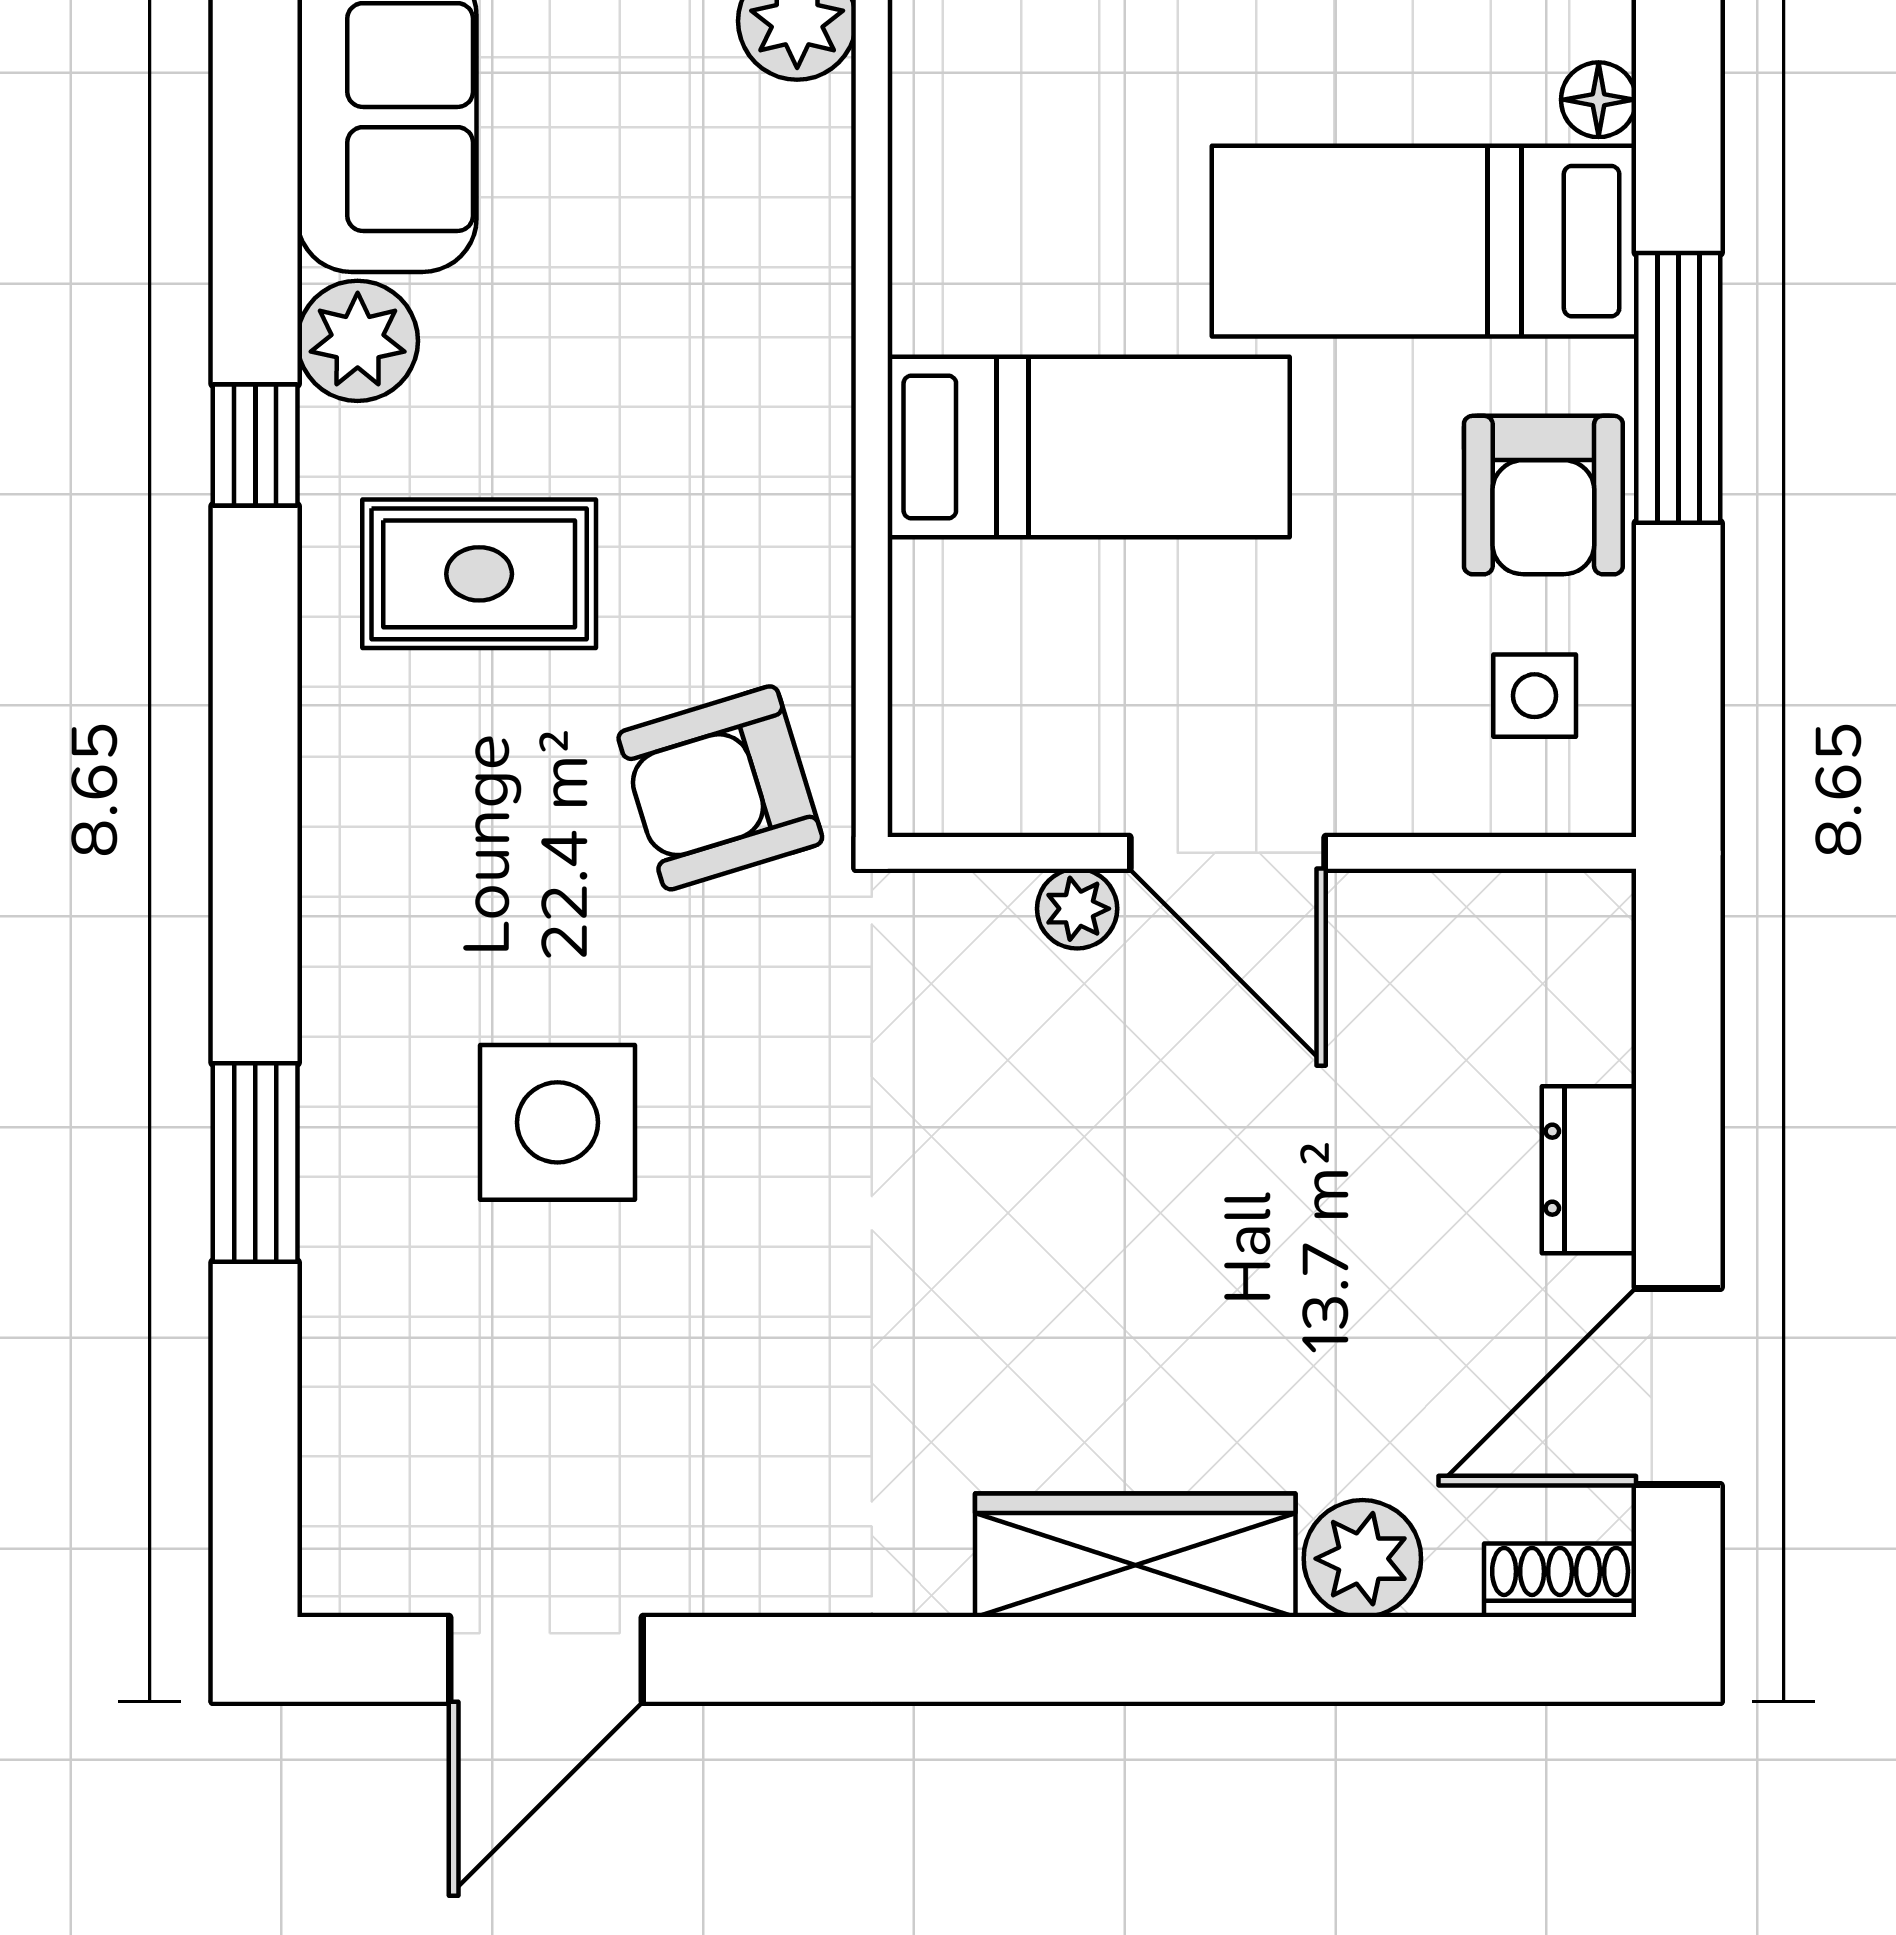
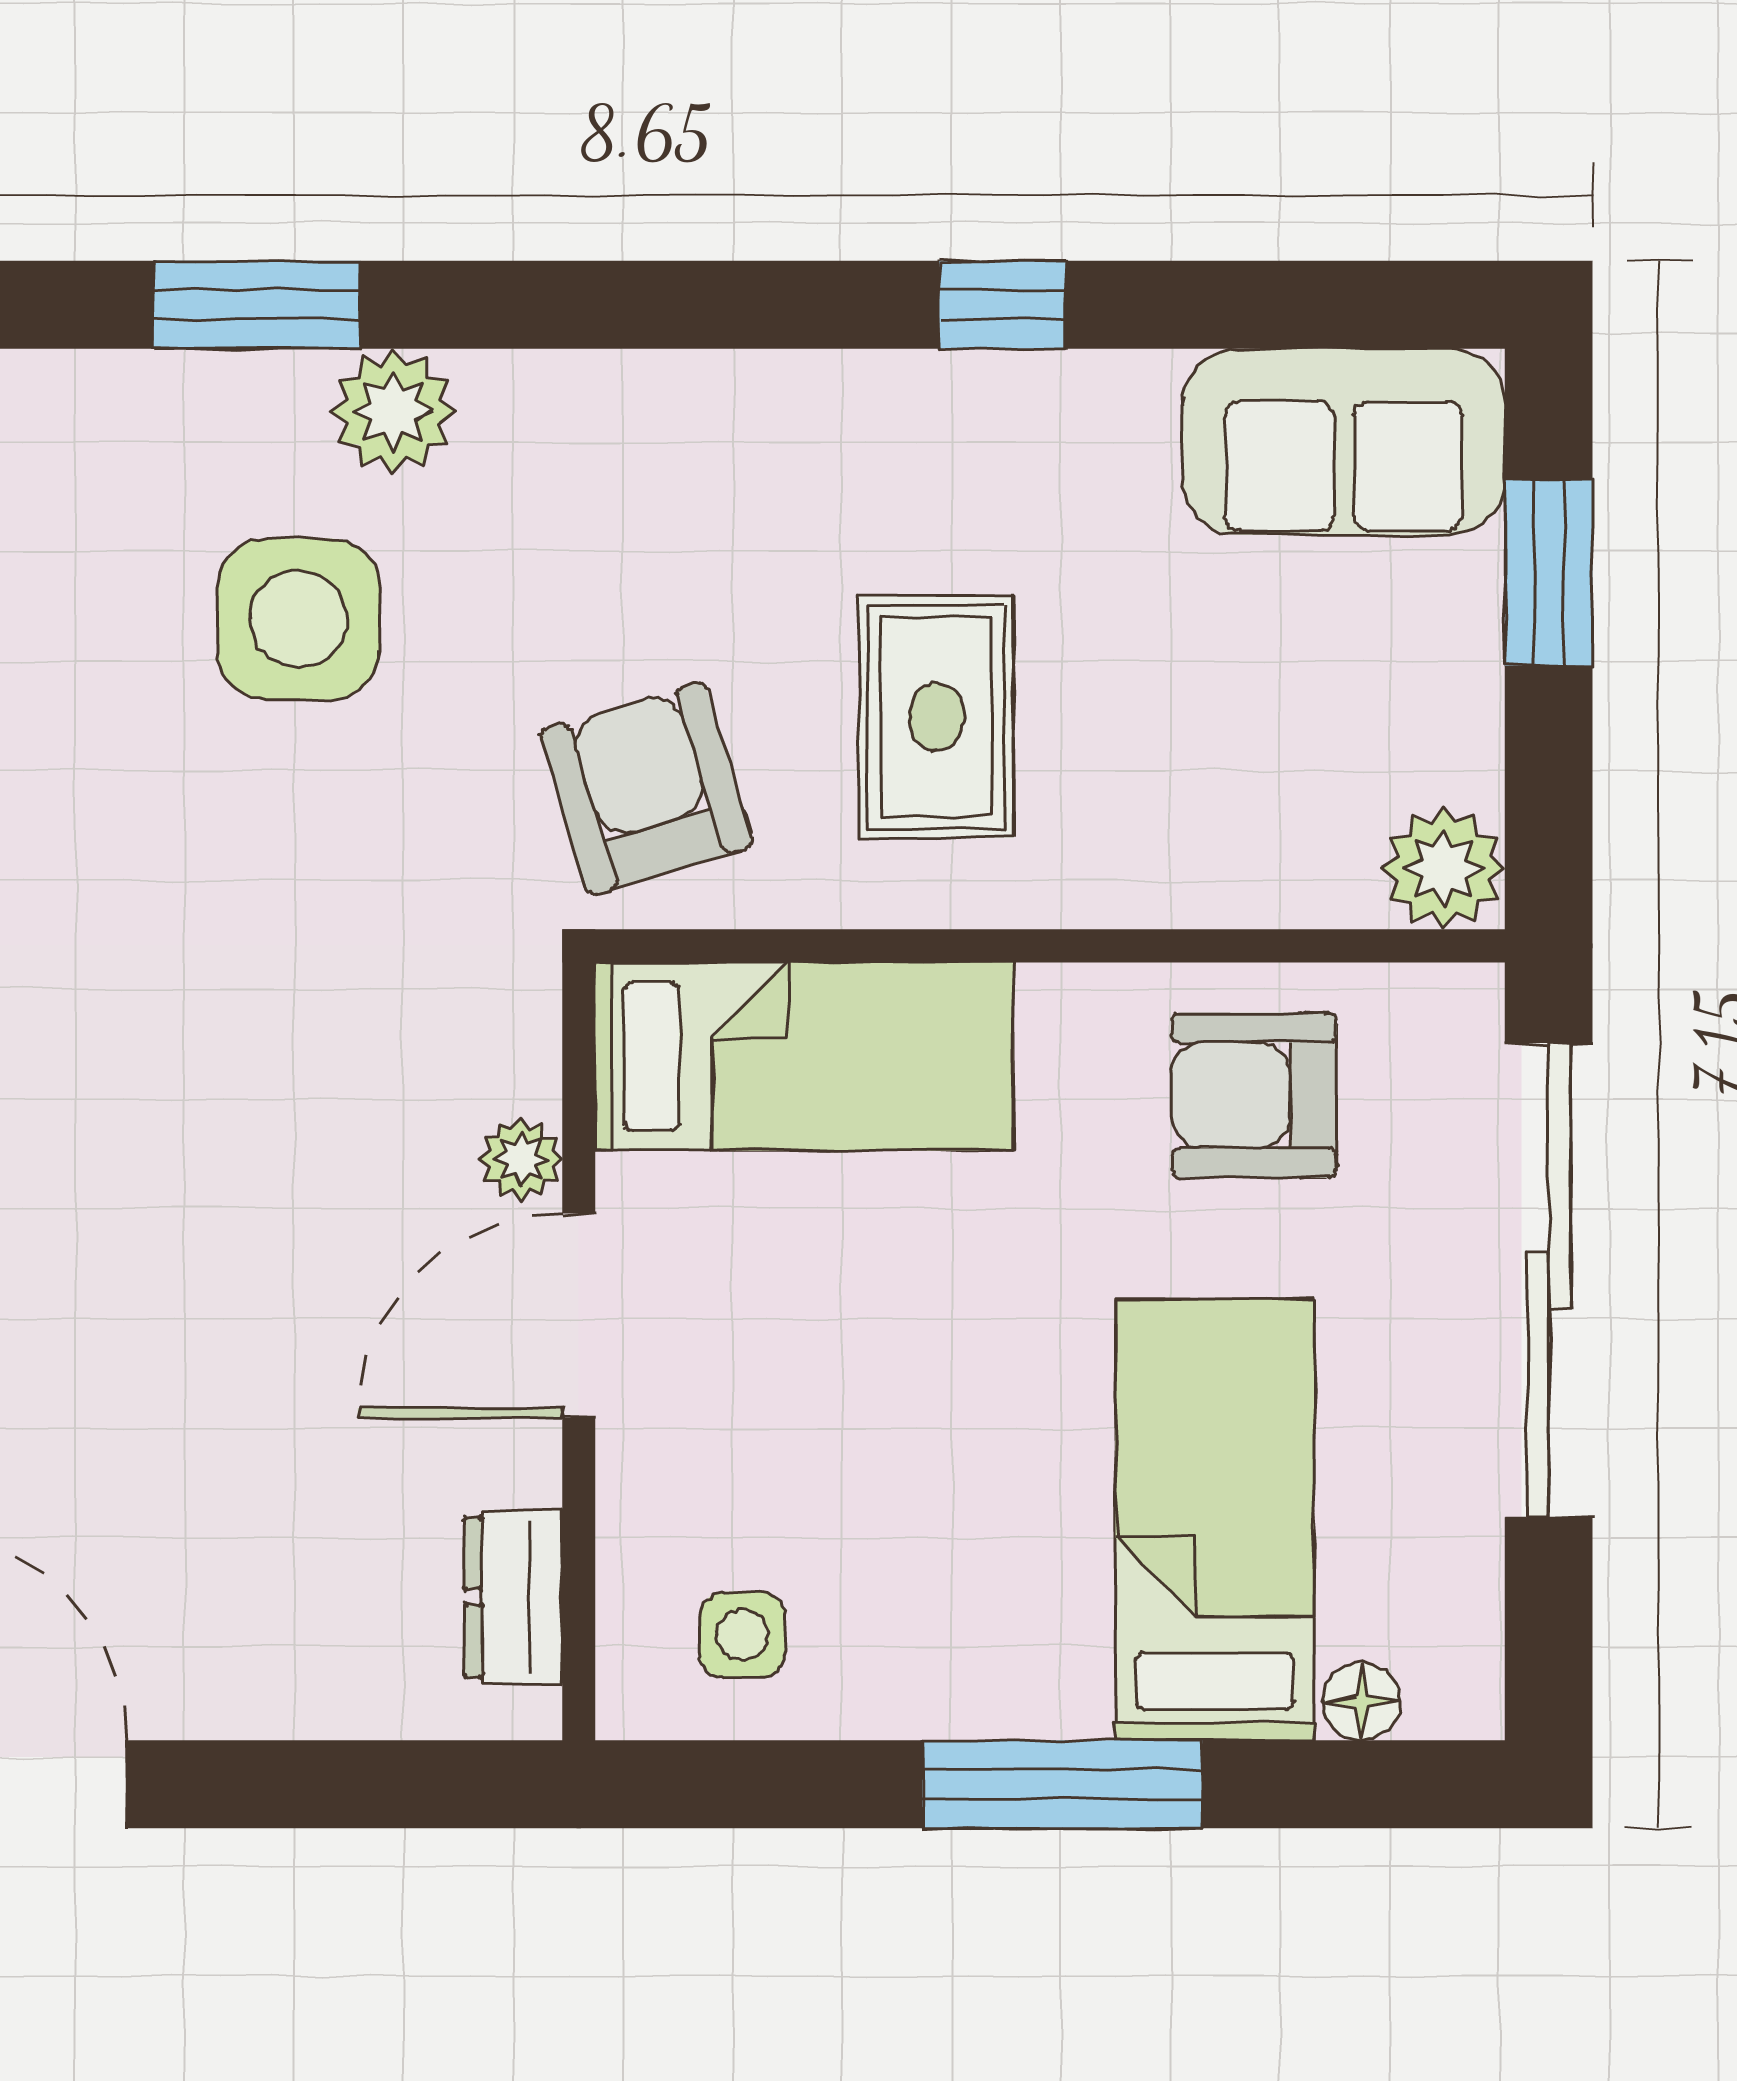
plant: (358, 341) -> (393, 411), moved
bed: (1089, 447) -> (804, 1056), moved, turned -90
armchair: (1543, 495) -> (1254, 1095), moved
rug: (479, 574) -> (936, 717), moved
dresser: (1589, 1170) -> (513, 1597), moved, turned -90

